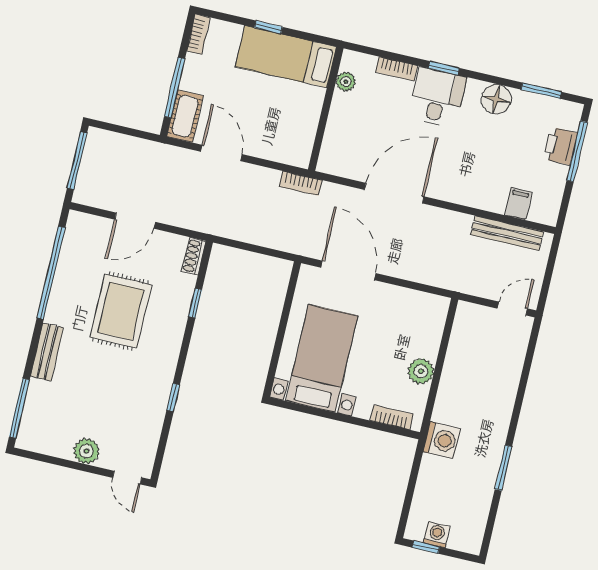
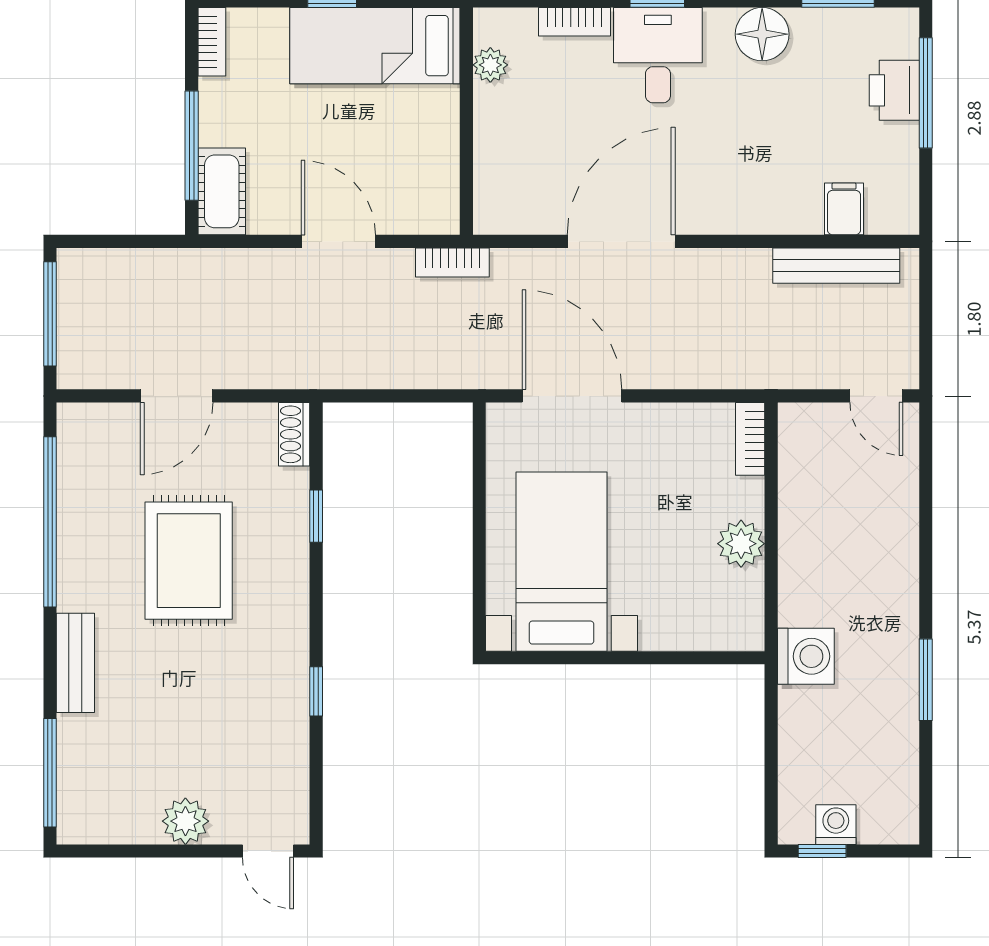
door: (221, 153) -> (338, 241), moved
door: (512, 309) -> (876, 396), swing flipped
bookcase: (392, 417) -> (750, 439), moved, turned -90

